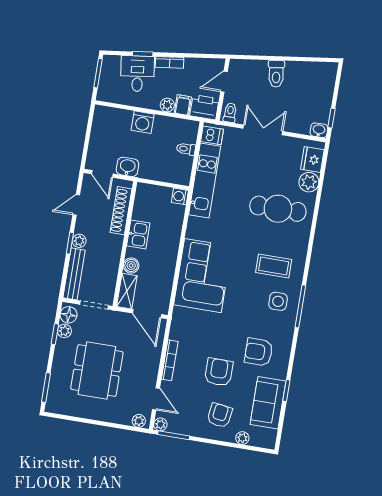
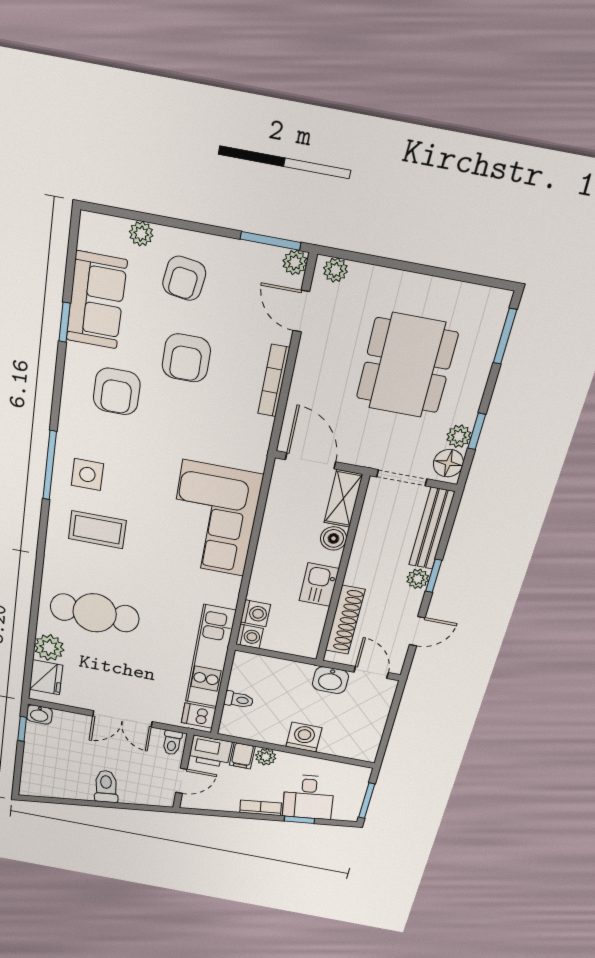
washing machine: (177, 213) -> (255, 613), added
armchair: (259, 352) -> (117, 391), turned 90

